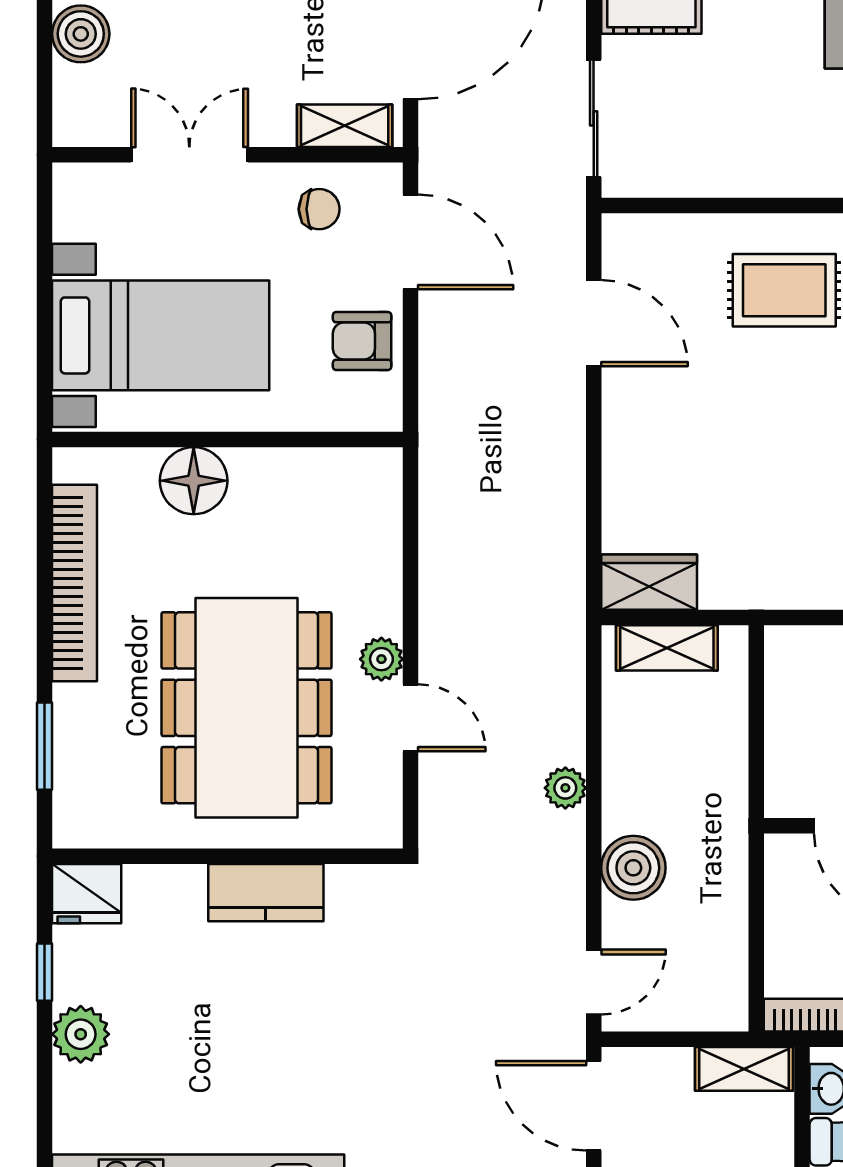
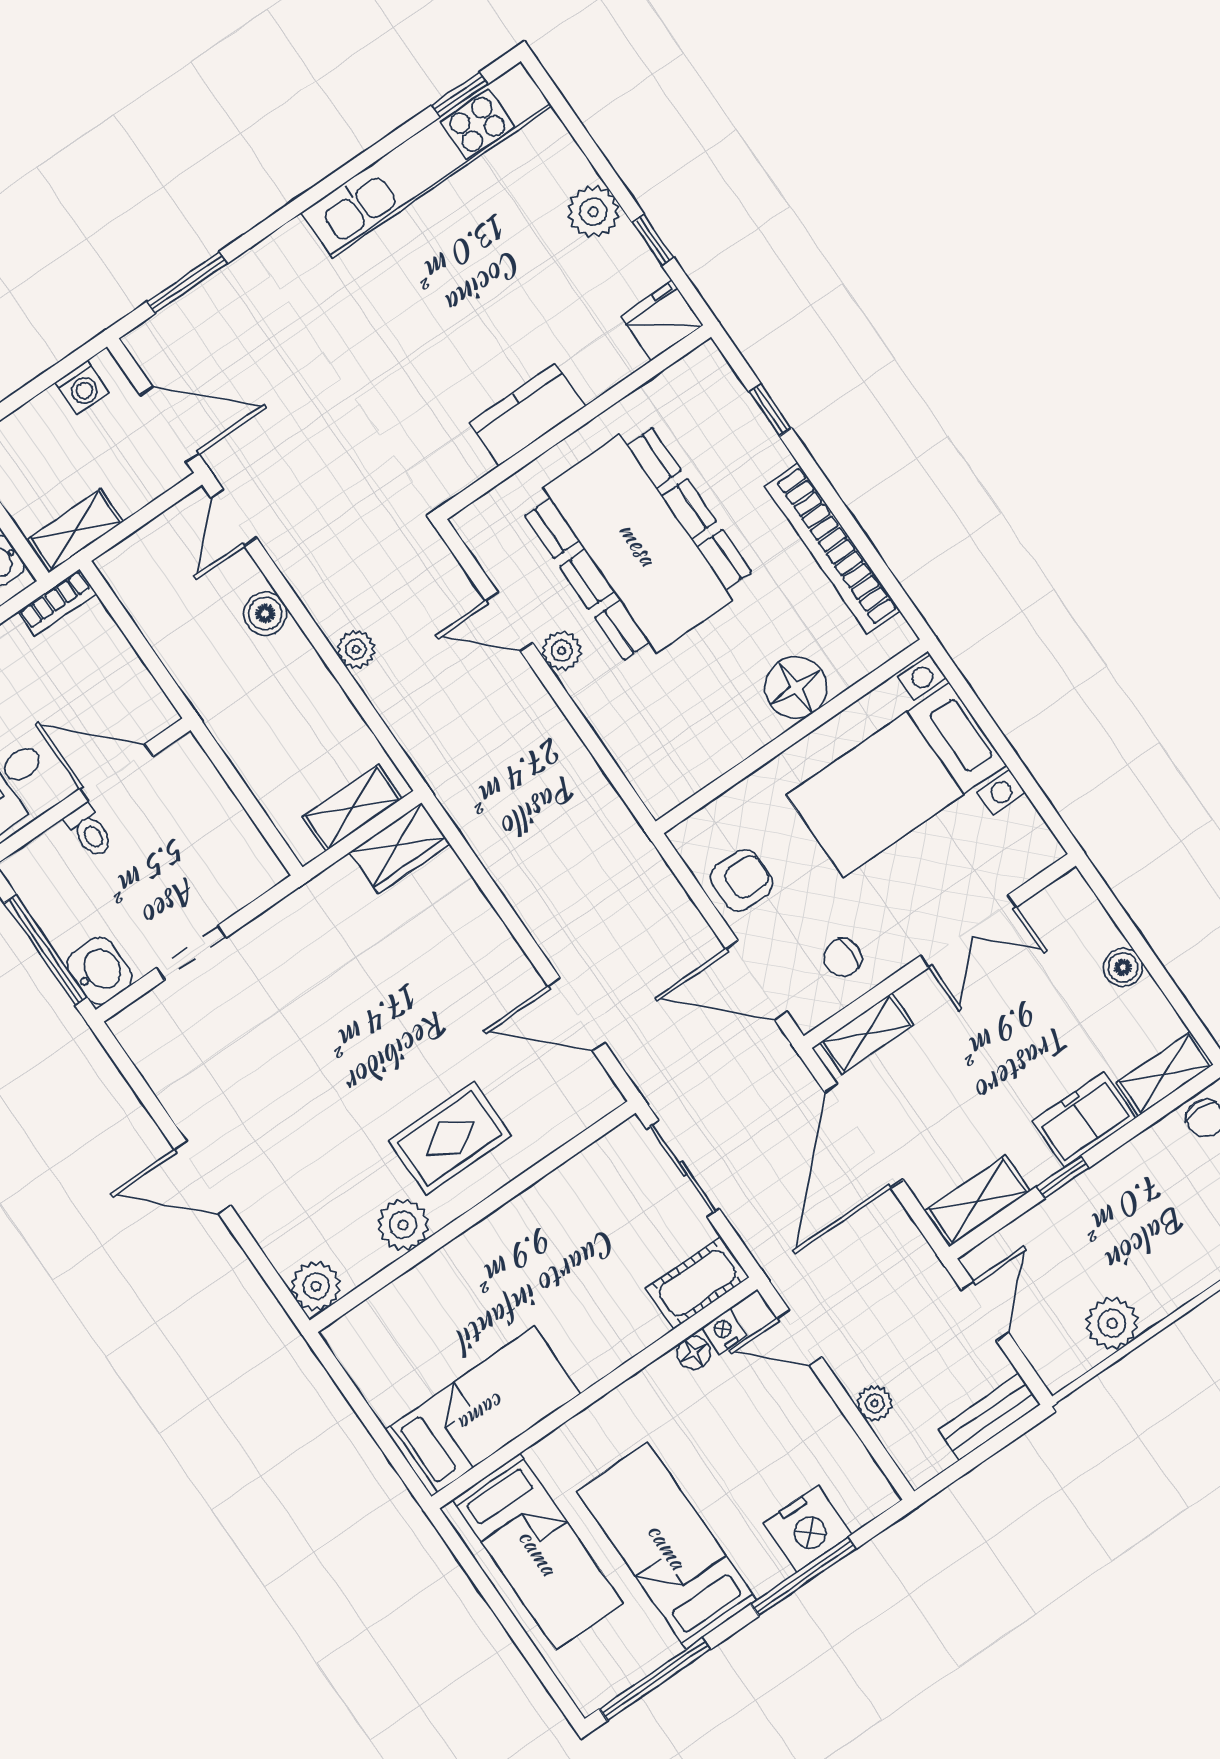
boiler: (81, 34) -> (1123, 967), width x0.73, depth x0.73
window: (45, 746) -> (770, 410), width x0.67
boiler: (633, 868) -> (265, 614), width x0.73, depth x0.73

